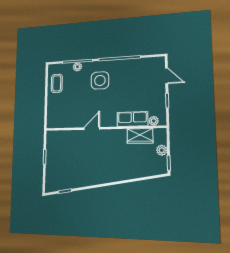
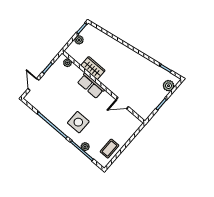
row of seats: (132, 119) -> (91, 86), moved
door: (92, 128) -> (122, 103), moved
wardrobe: (140, 136) -> (93, 68), moved
plant: (51, 178) -> (169, 86), added

